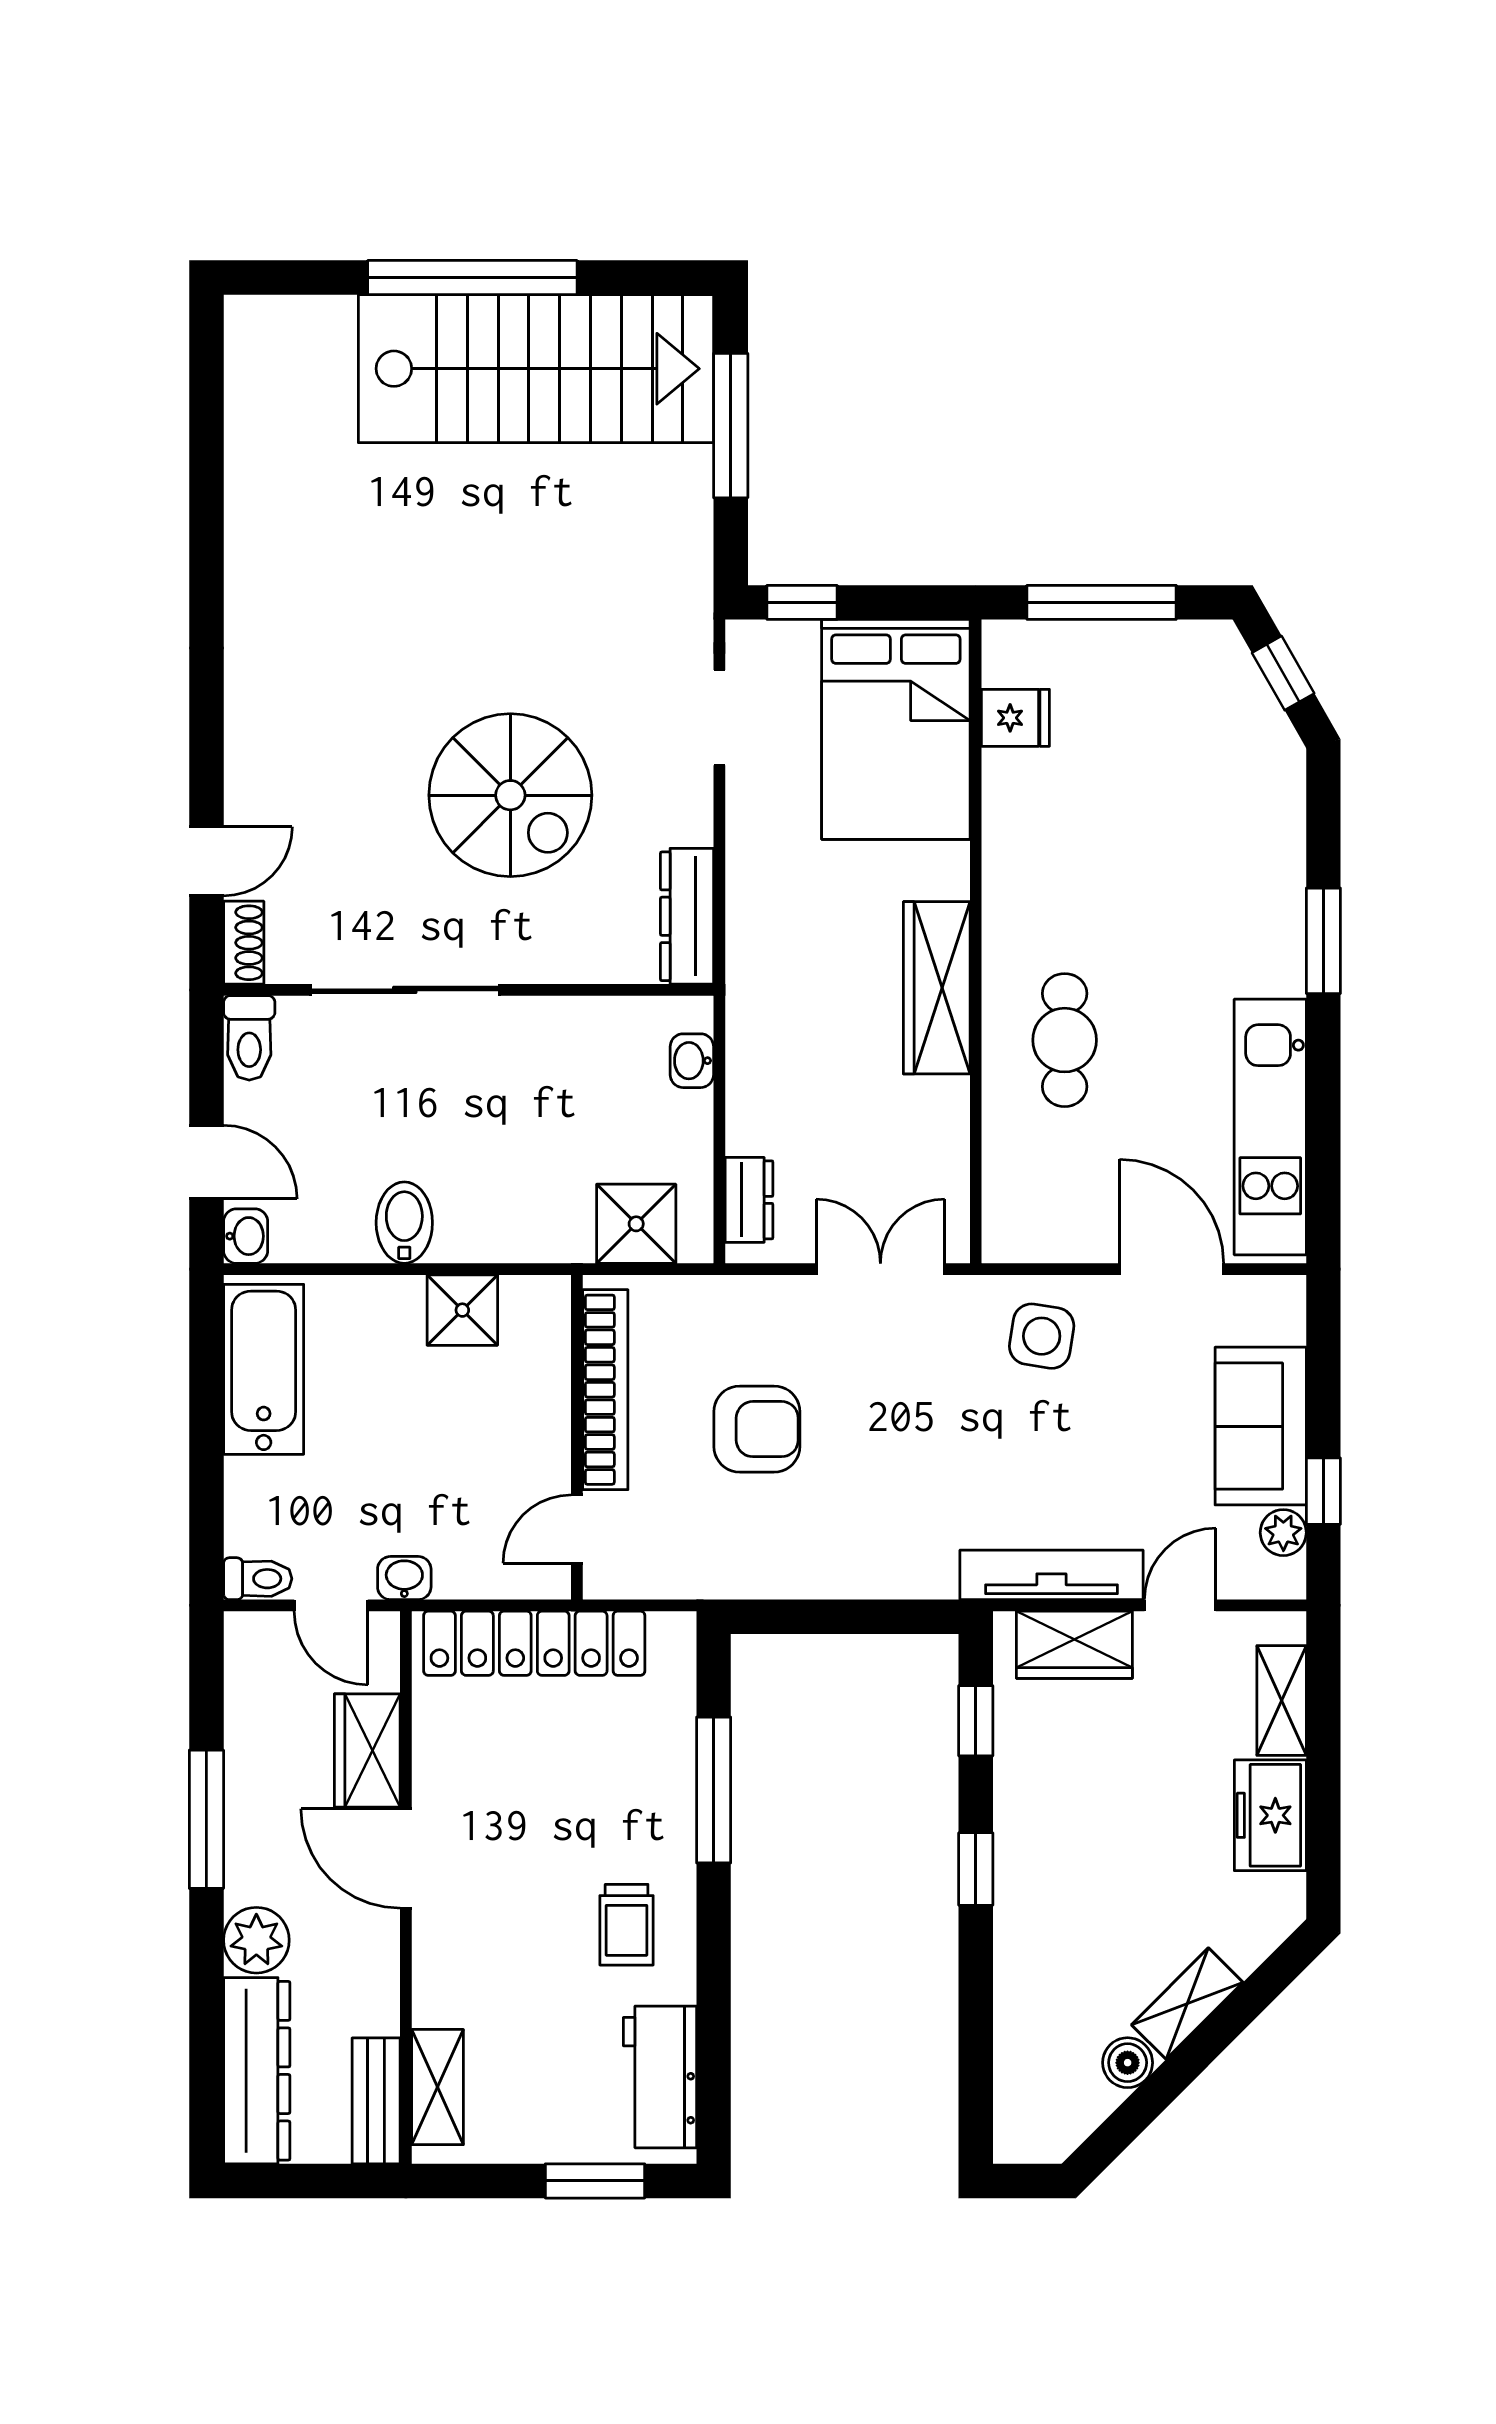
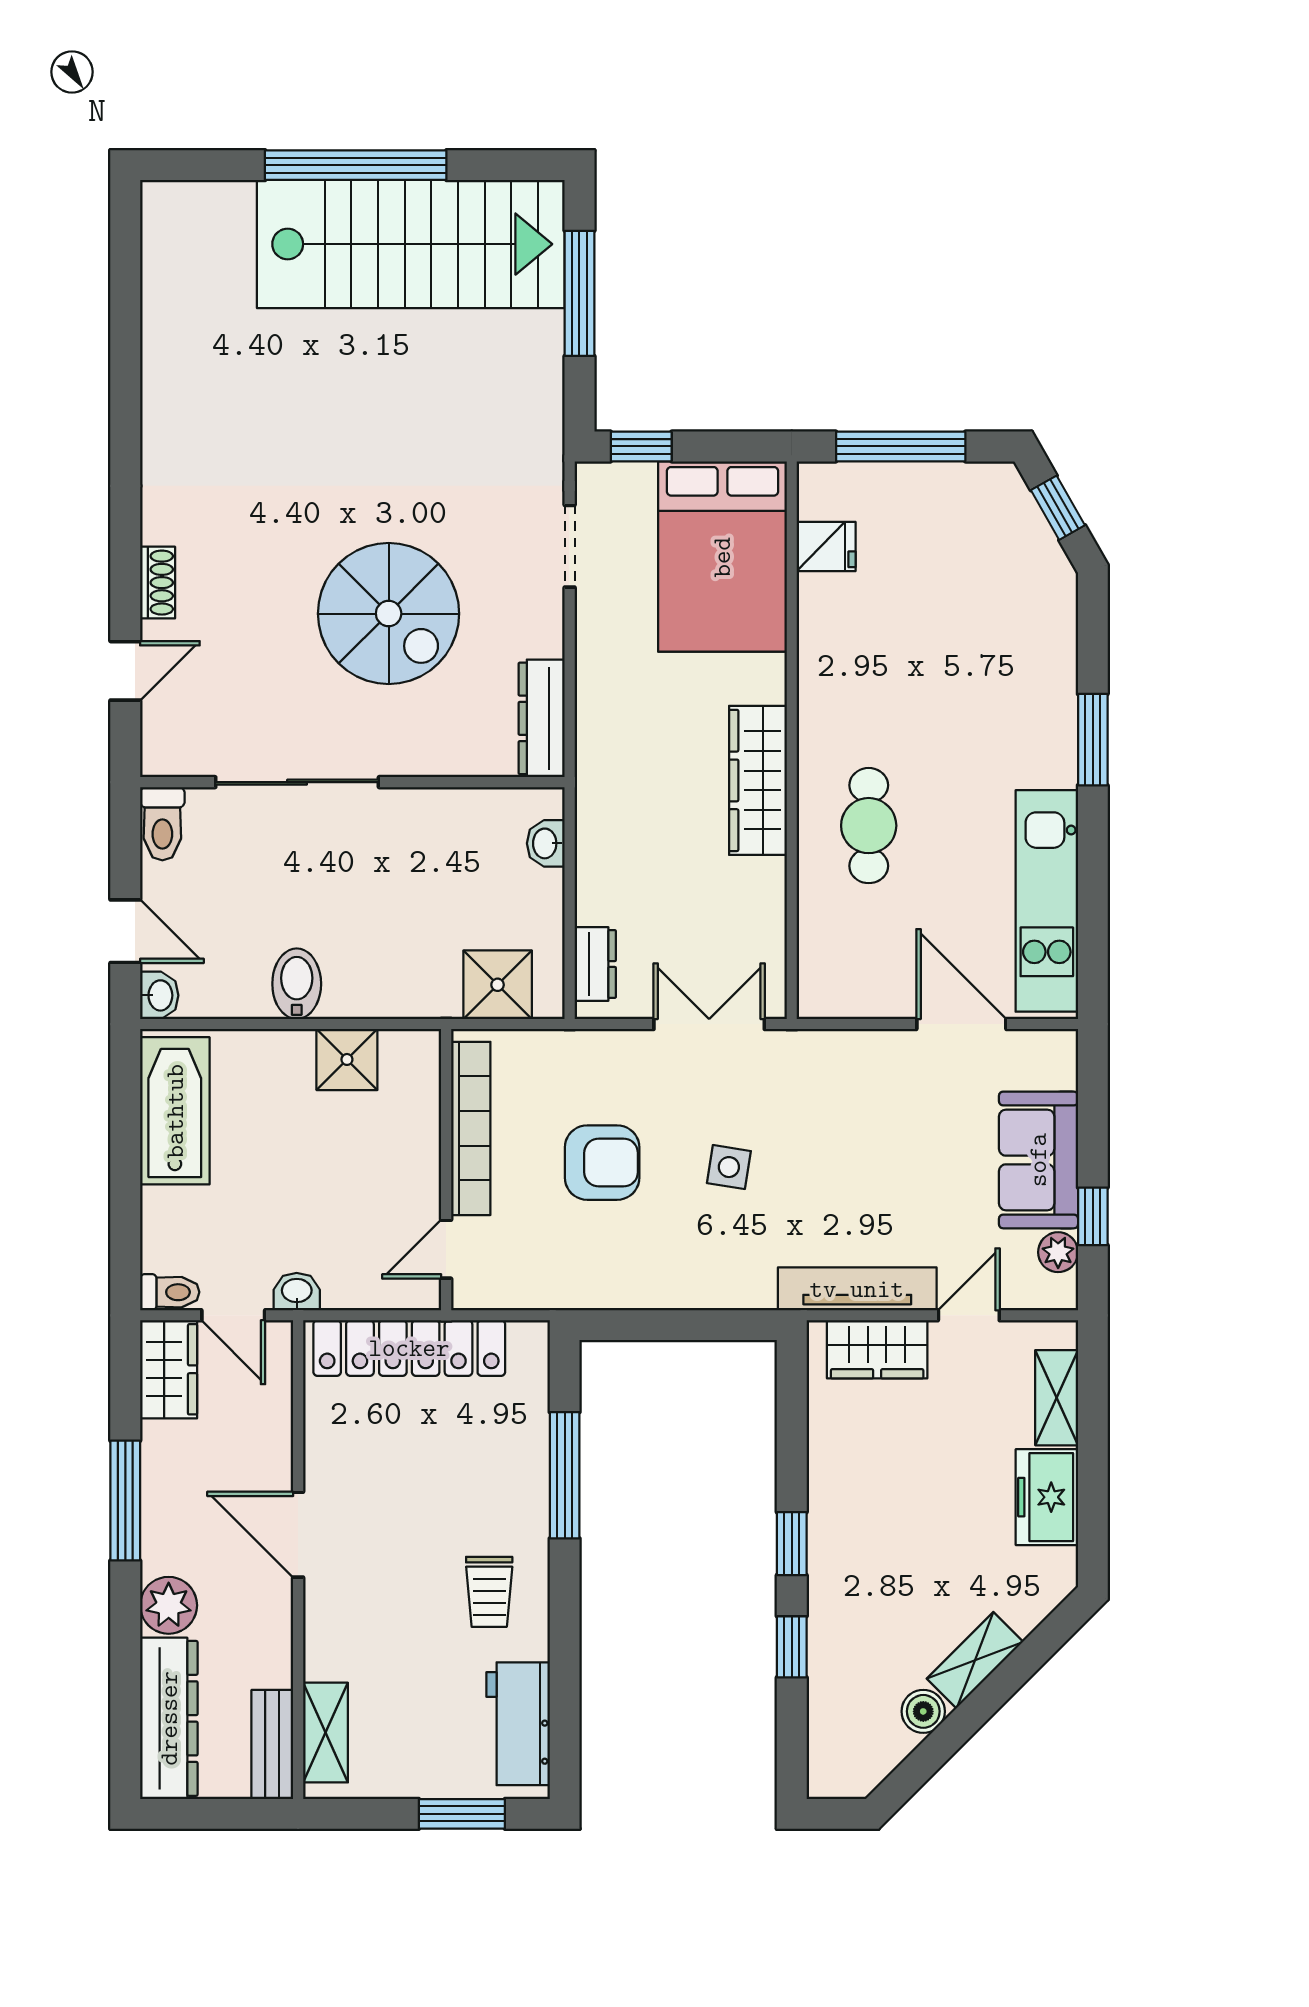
shoe rack: (244, 943) -> (158, 583), moved
side table: (1042, 1336) -> (729, 1167), moved, width x0.73, depth x0.73
window: (976, 1721) -> (792, 1647), moved
wardrobe: (367, 1751) -> (169, 1369), moved, turned 180

